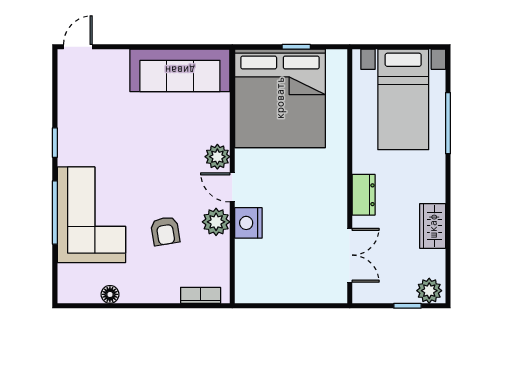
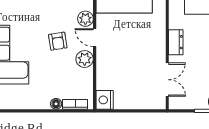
nightstand: (248, 223) -> (105, 100), moved
armchair: (165, 231) -> (58, 41), moved
floor lamp: (110, 294) -> (56, 104), moved

